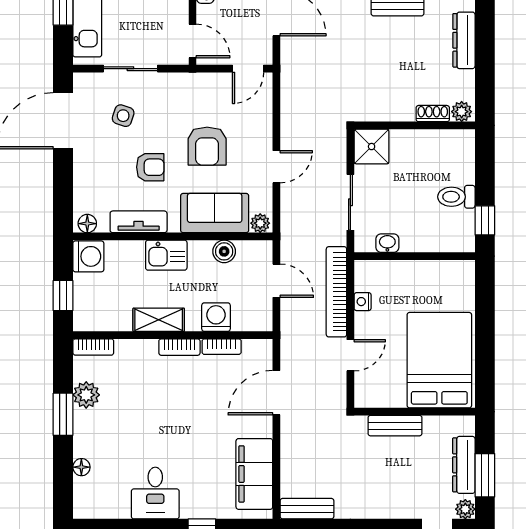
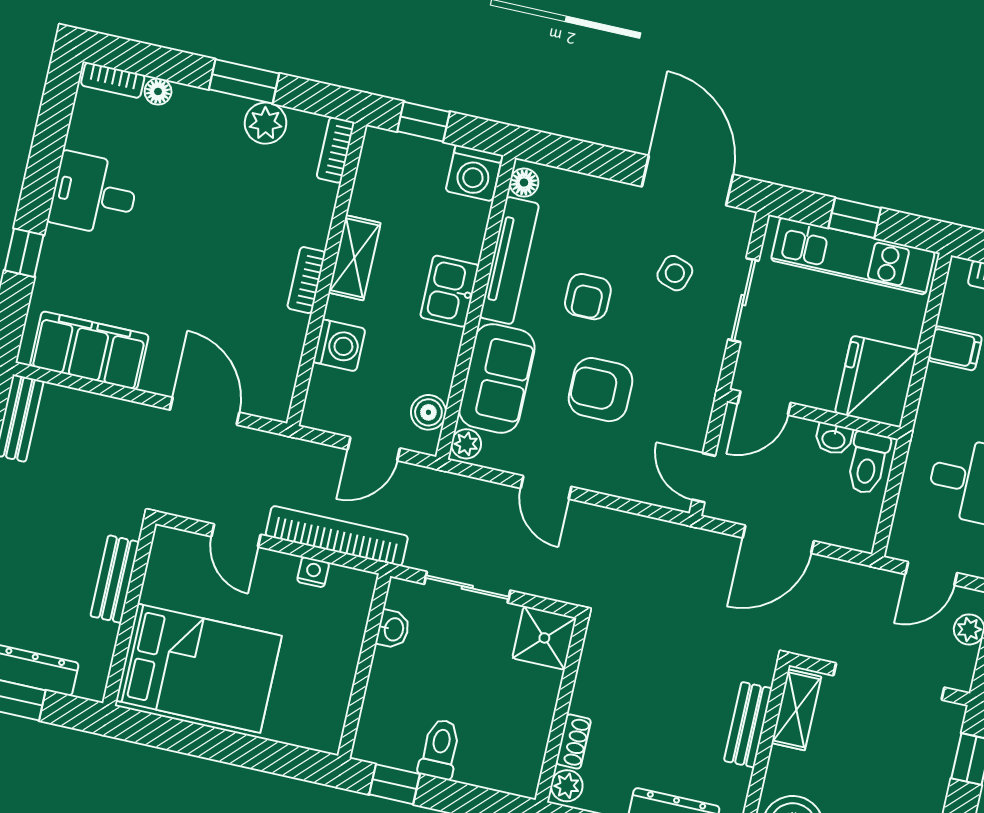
tv unit: (139, 222) -> (509, 261), width x1.41
boiler: (224, 251) -> (428, 412), moved
bookcase: (222, 347) -> (113, 80), moved, turned -90

